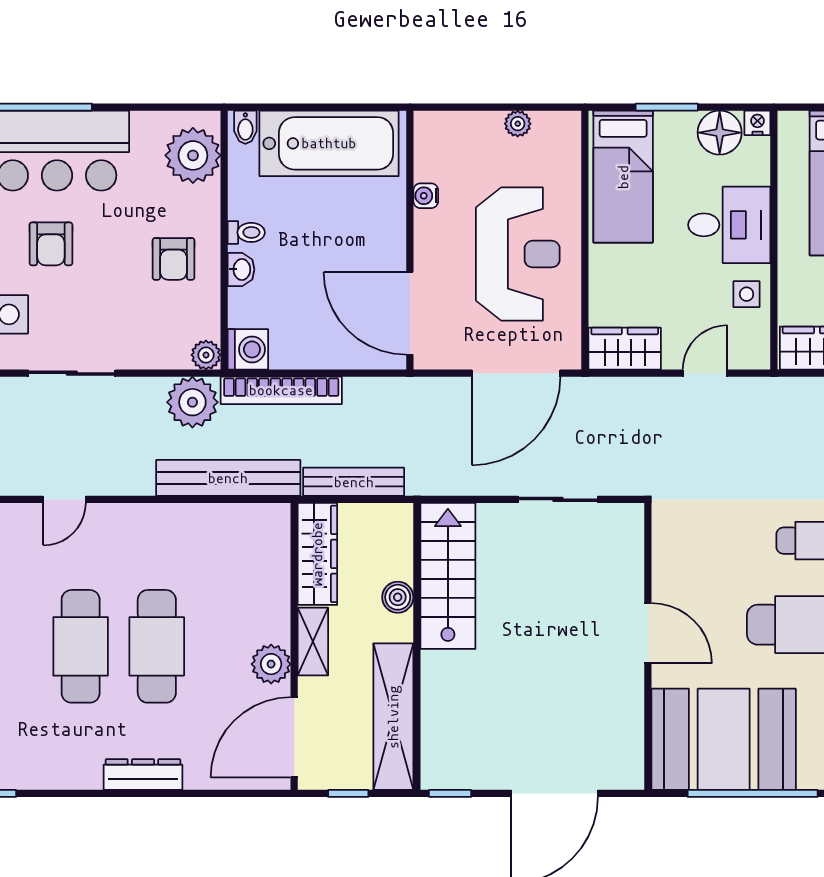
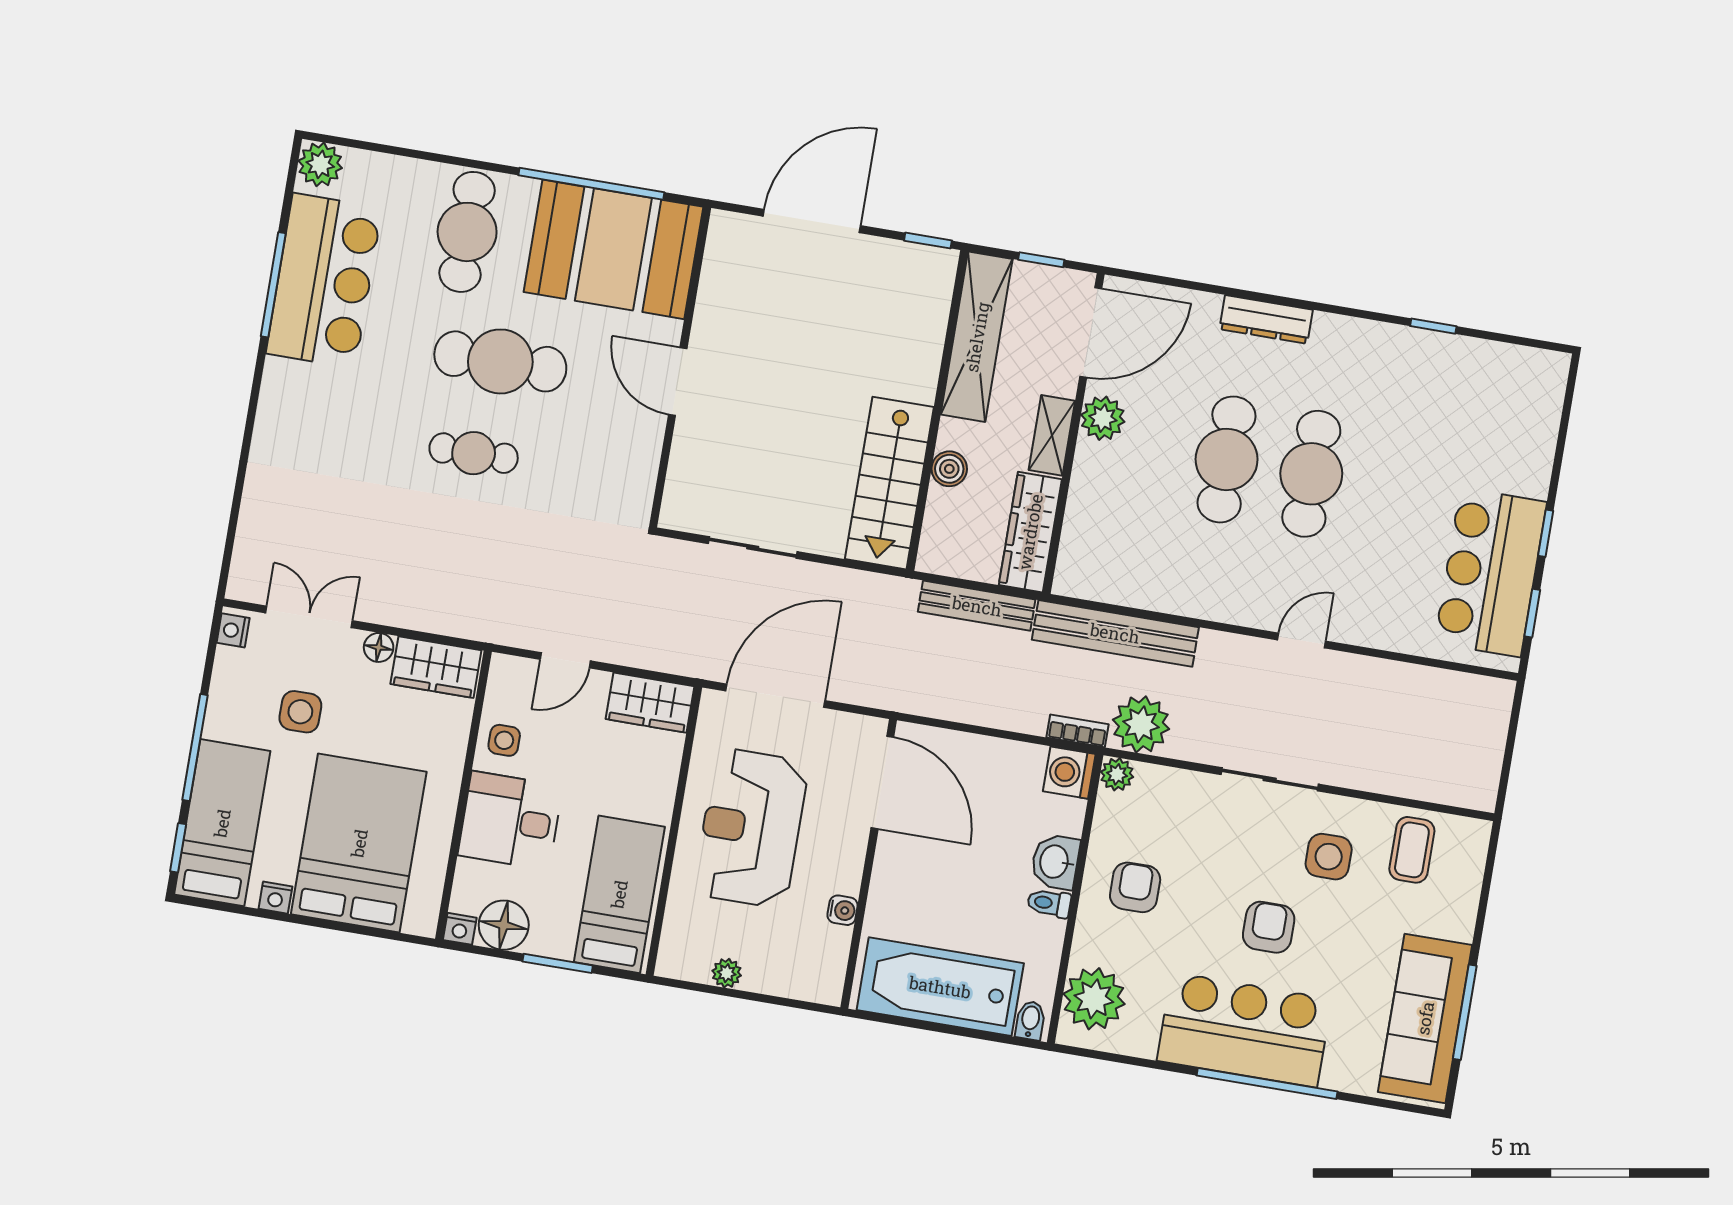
washbasin: (241, 269) -> (1055, 862), width x1.38, depth x1.45
bookcase: (281, 390) -> (1078, 731), width x0.43, depth x0.76

